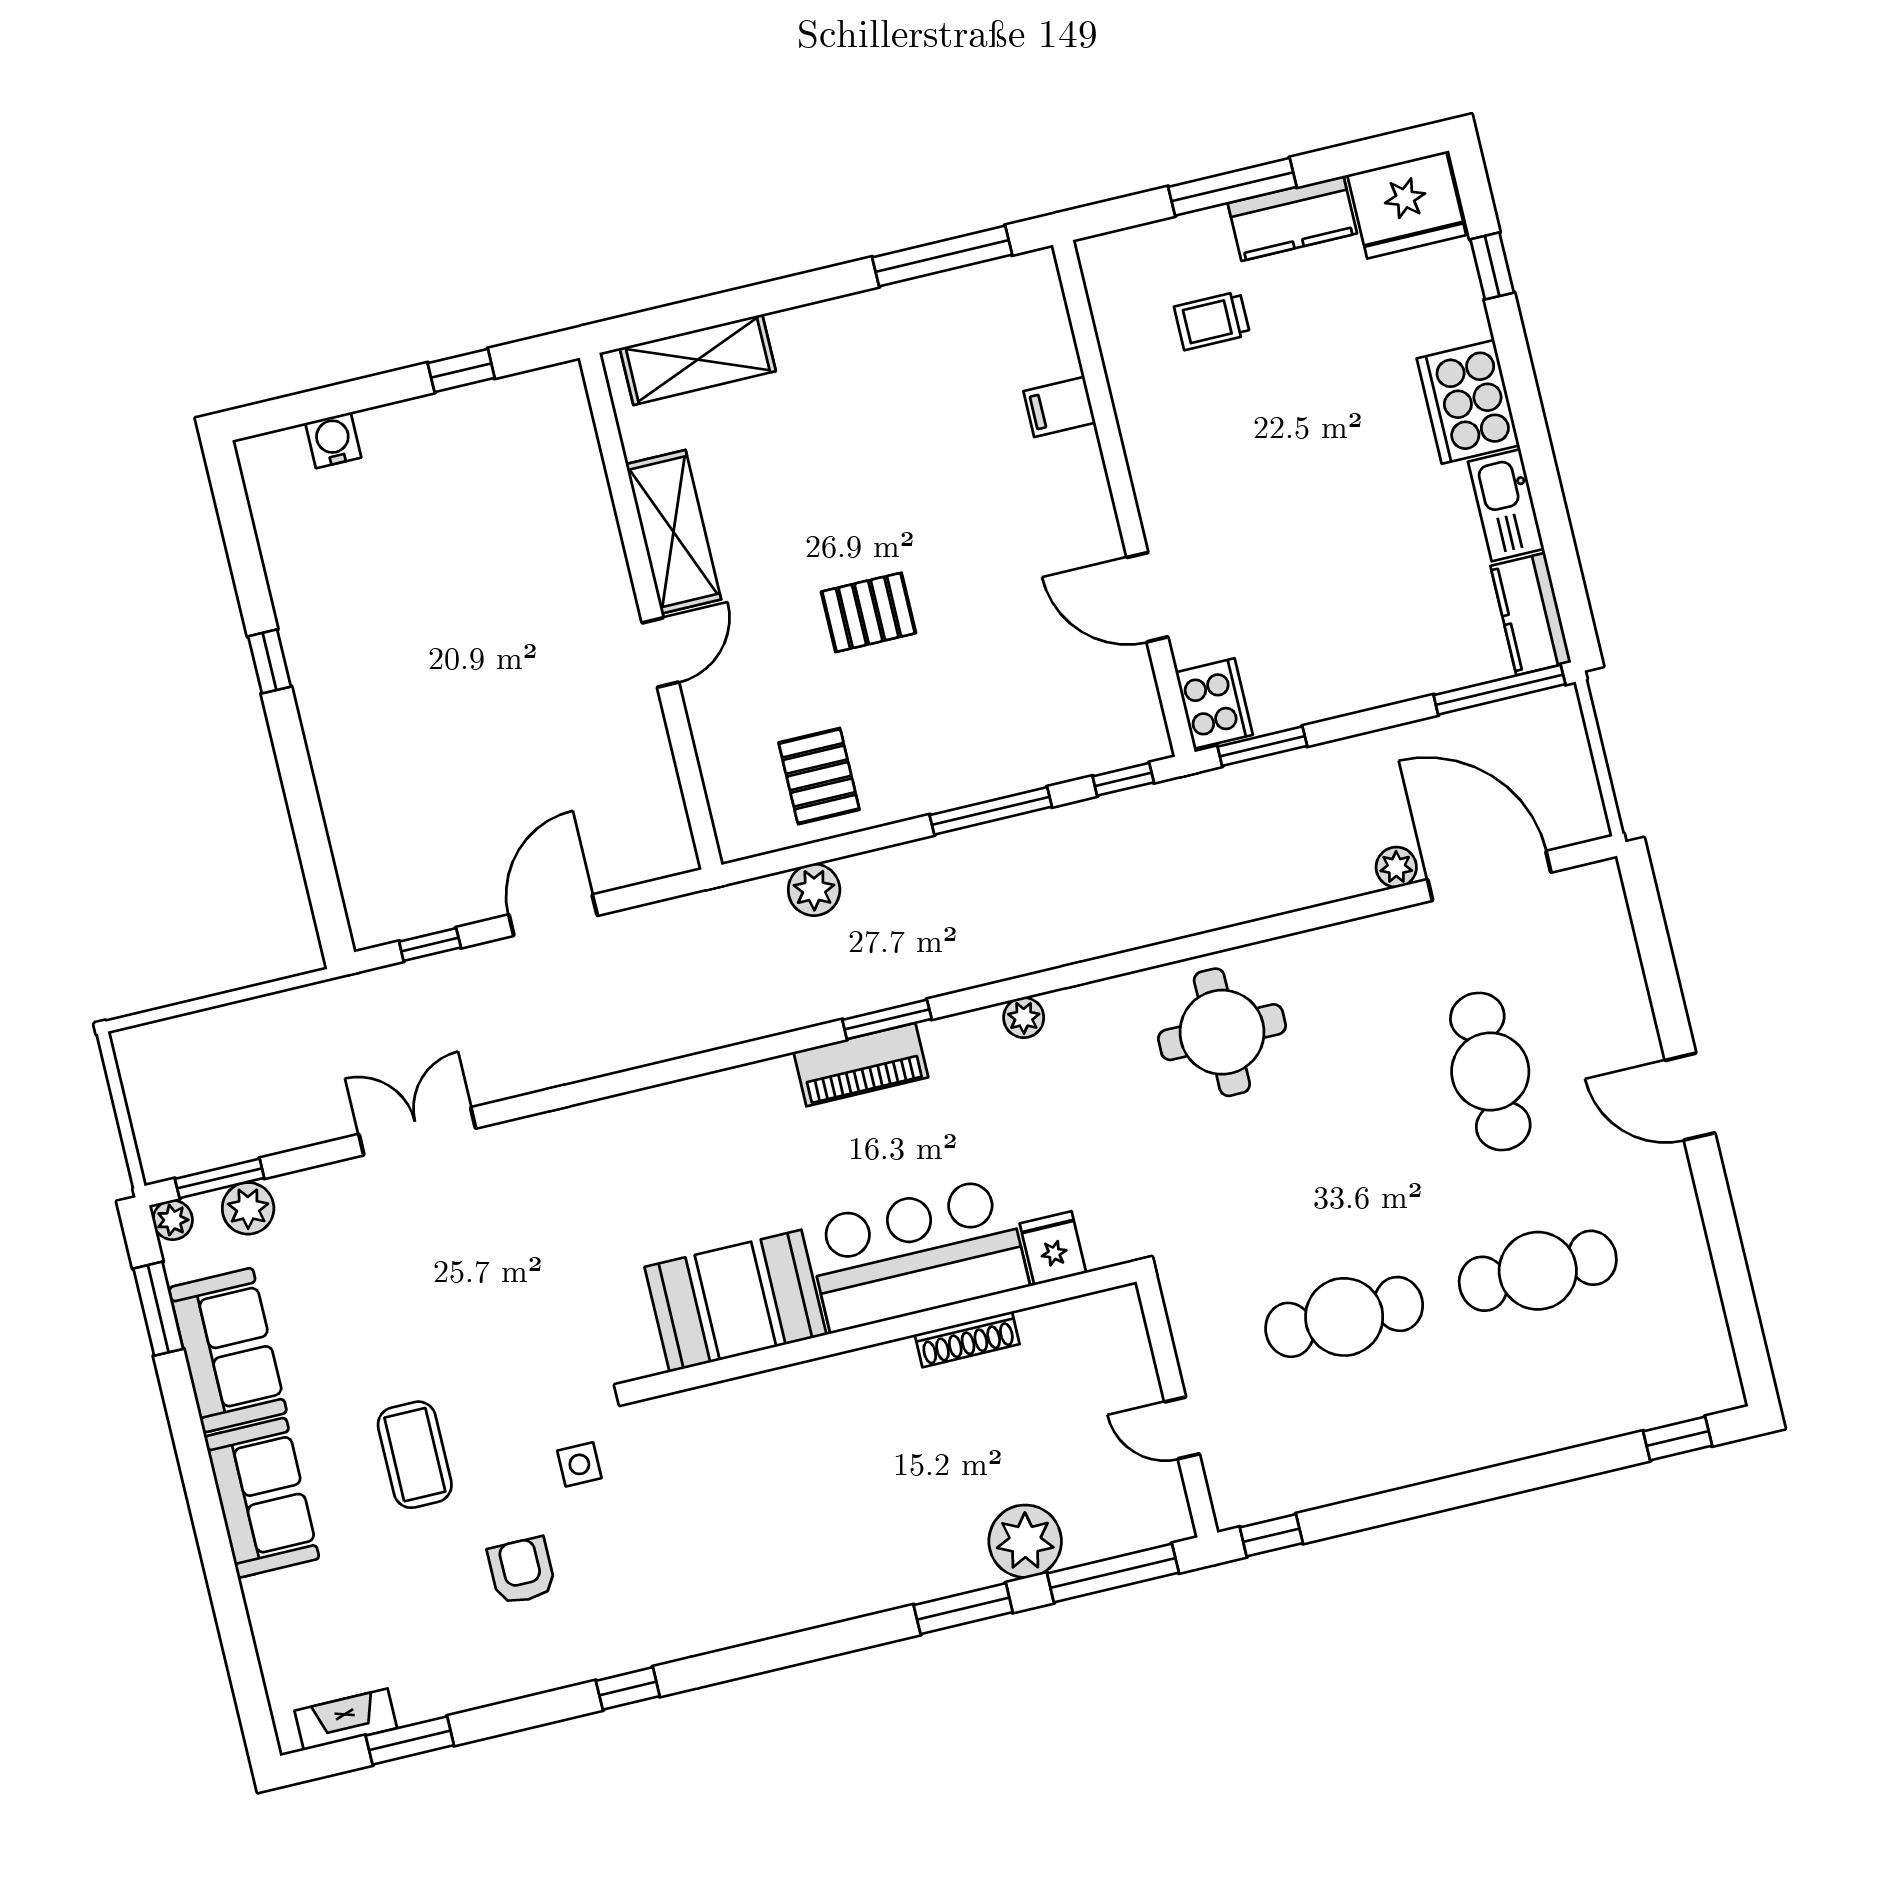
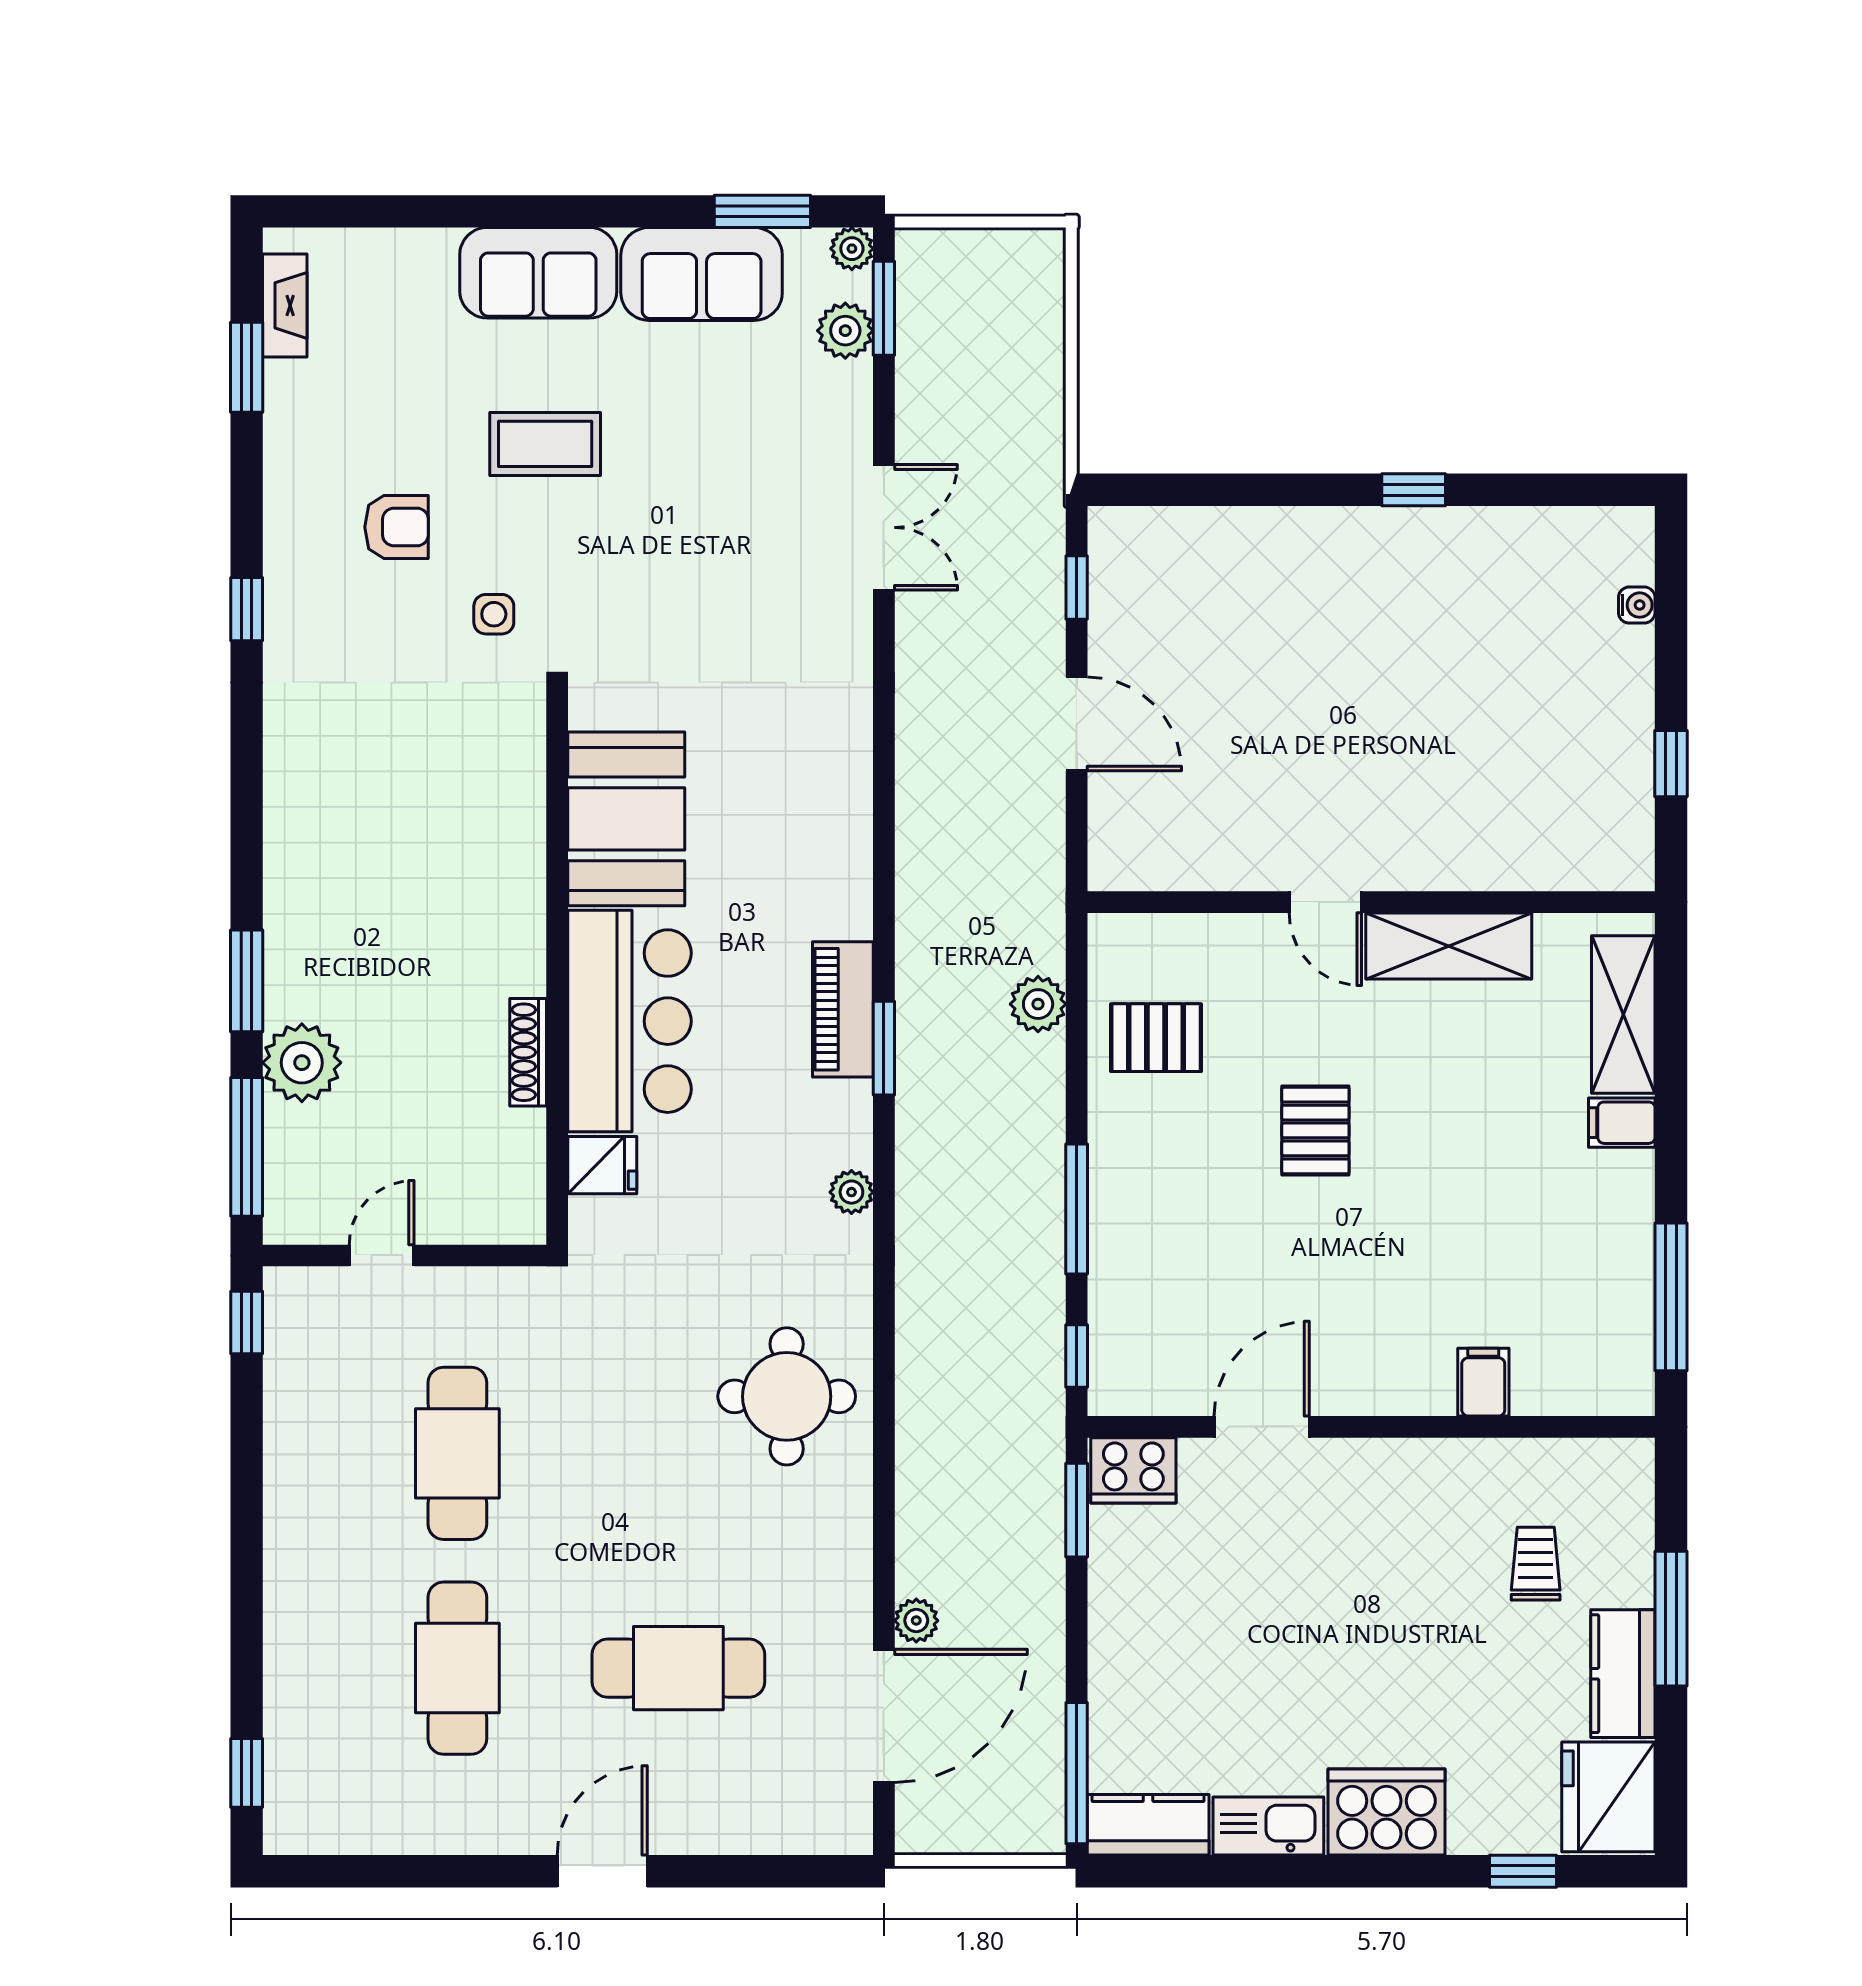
filing cabinet: (796, 338) -> (1622, 1123), added
water cooler: (333, 440) -> (1637, 605), width x0.72, depth x0.72

